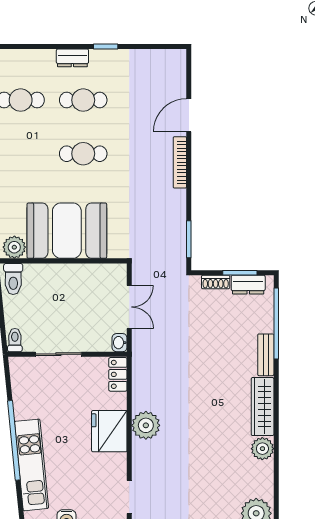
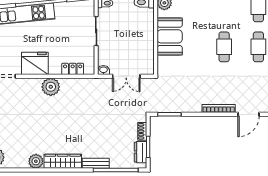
door: (189, 115) -> (249, 114), swing flipped
booth: (67, 231) -> (170, 36), width x0.73, depth x0.70
locker: (118, 374) -> (73, 69), moved
fridge: (109, 431) -> (35, 63), moved

